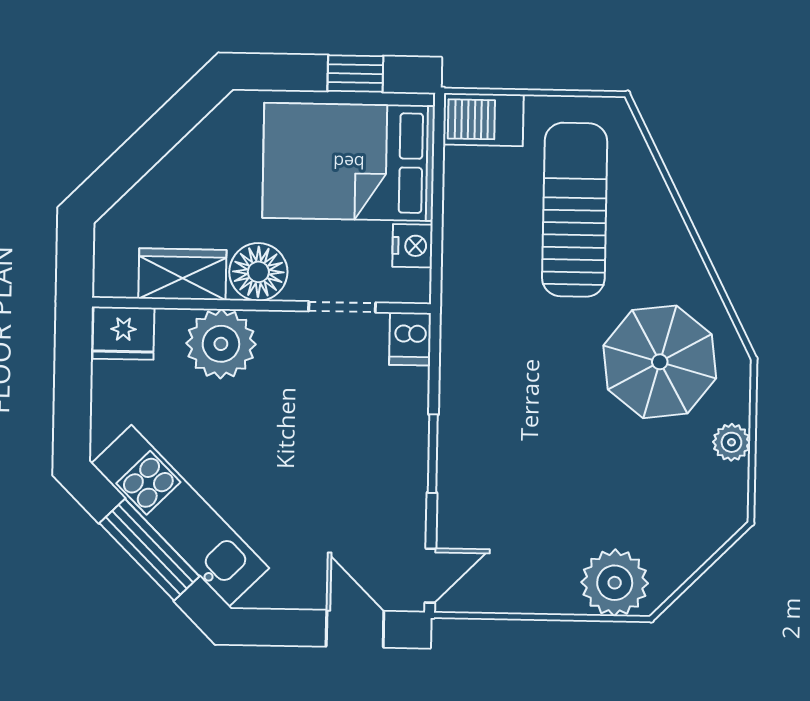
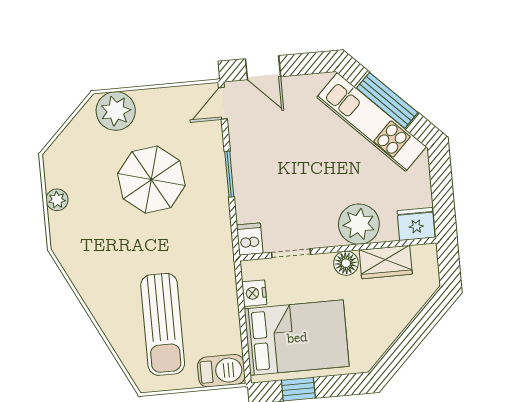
floor lamp: (258, 272) -> (346, 263), width x0.73, depth x0.73
parasol: (660, 362) -> (151, 180), moved

